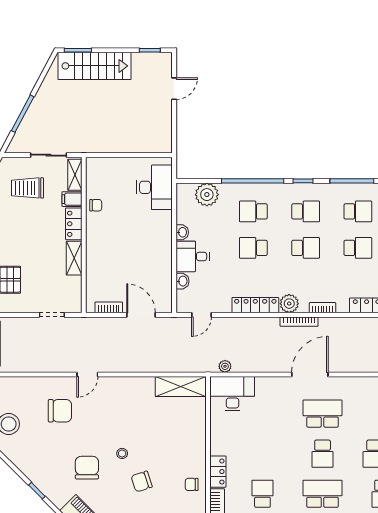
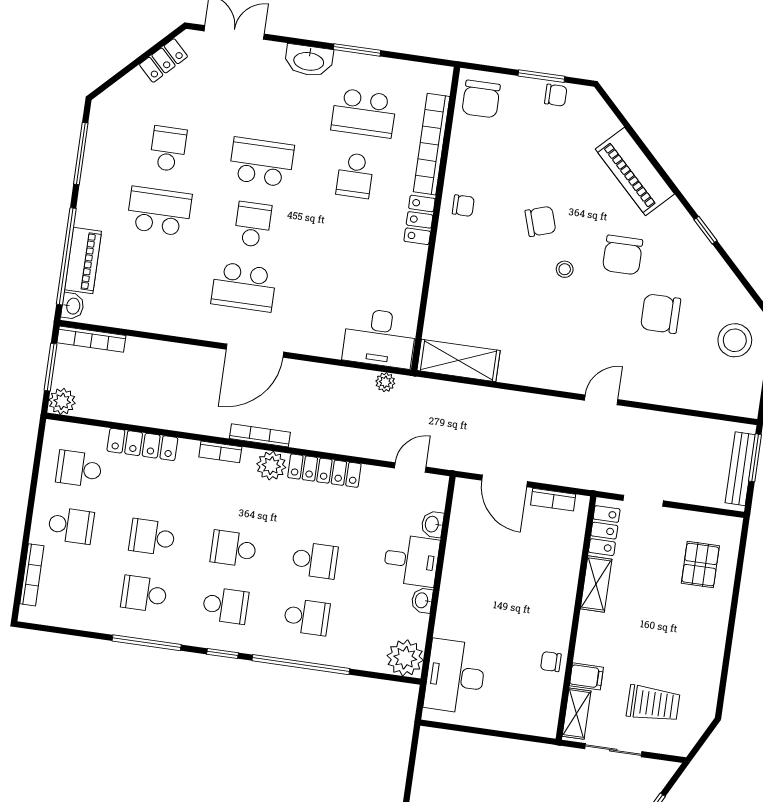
plant: (207, 195) -> (405, 658), moved
school desk: (306, 211) -> (225, 605), turned 180
locker: (74, 224) -> (604, 531), moved
chair: (60, 411) -> (661, 314), moved
school desk: (323, 494) -> (262, 162), turned 180

